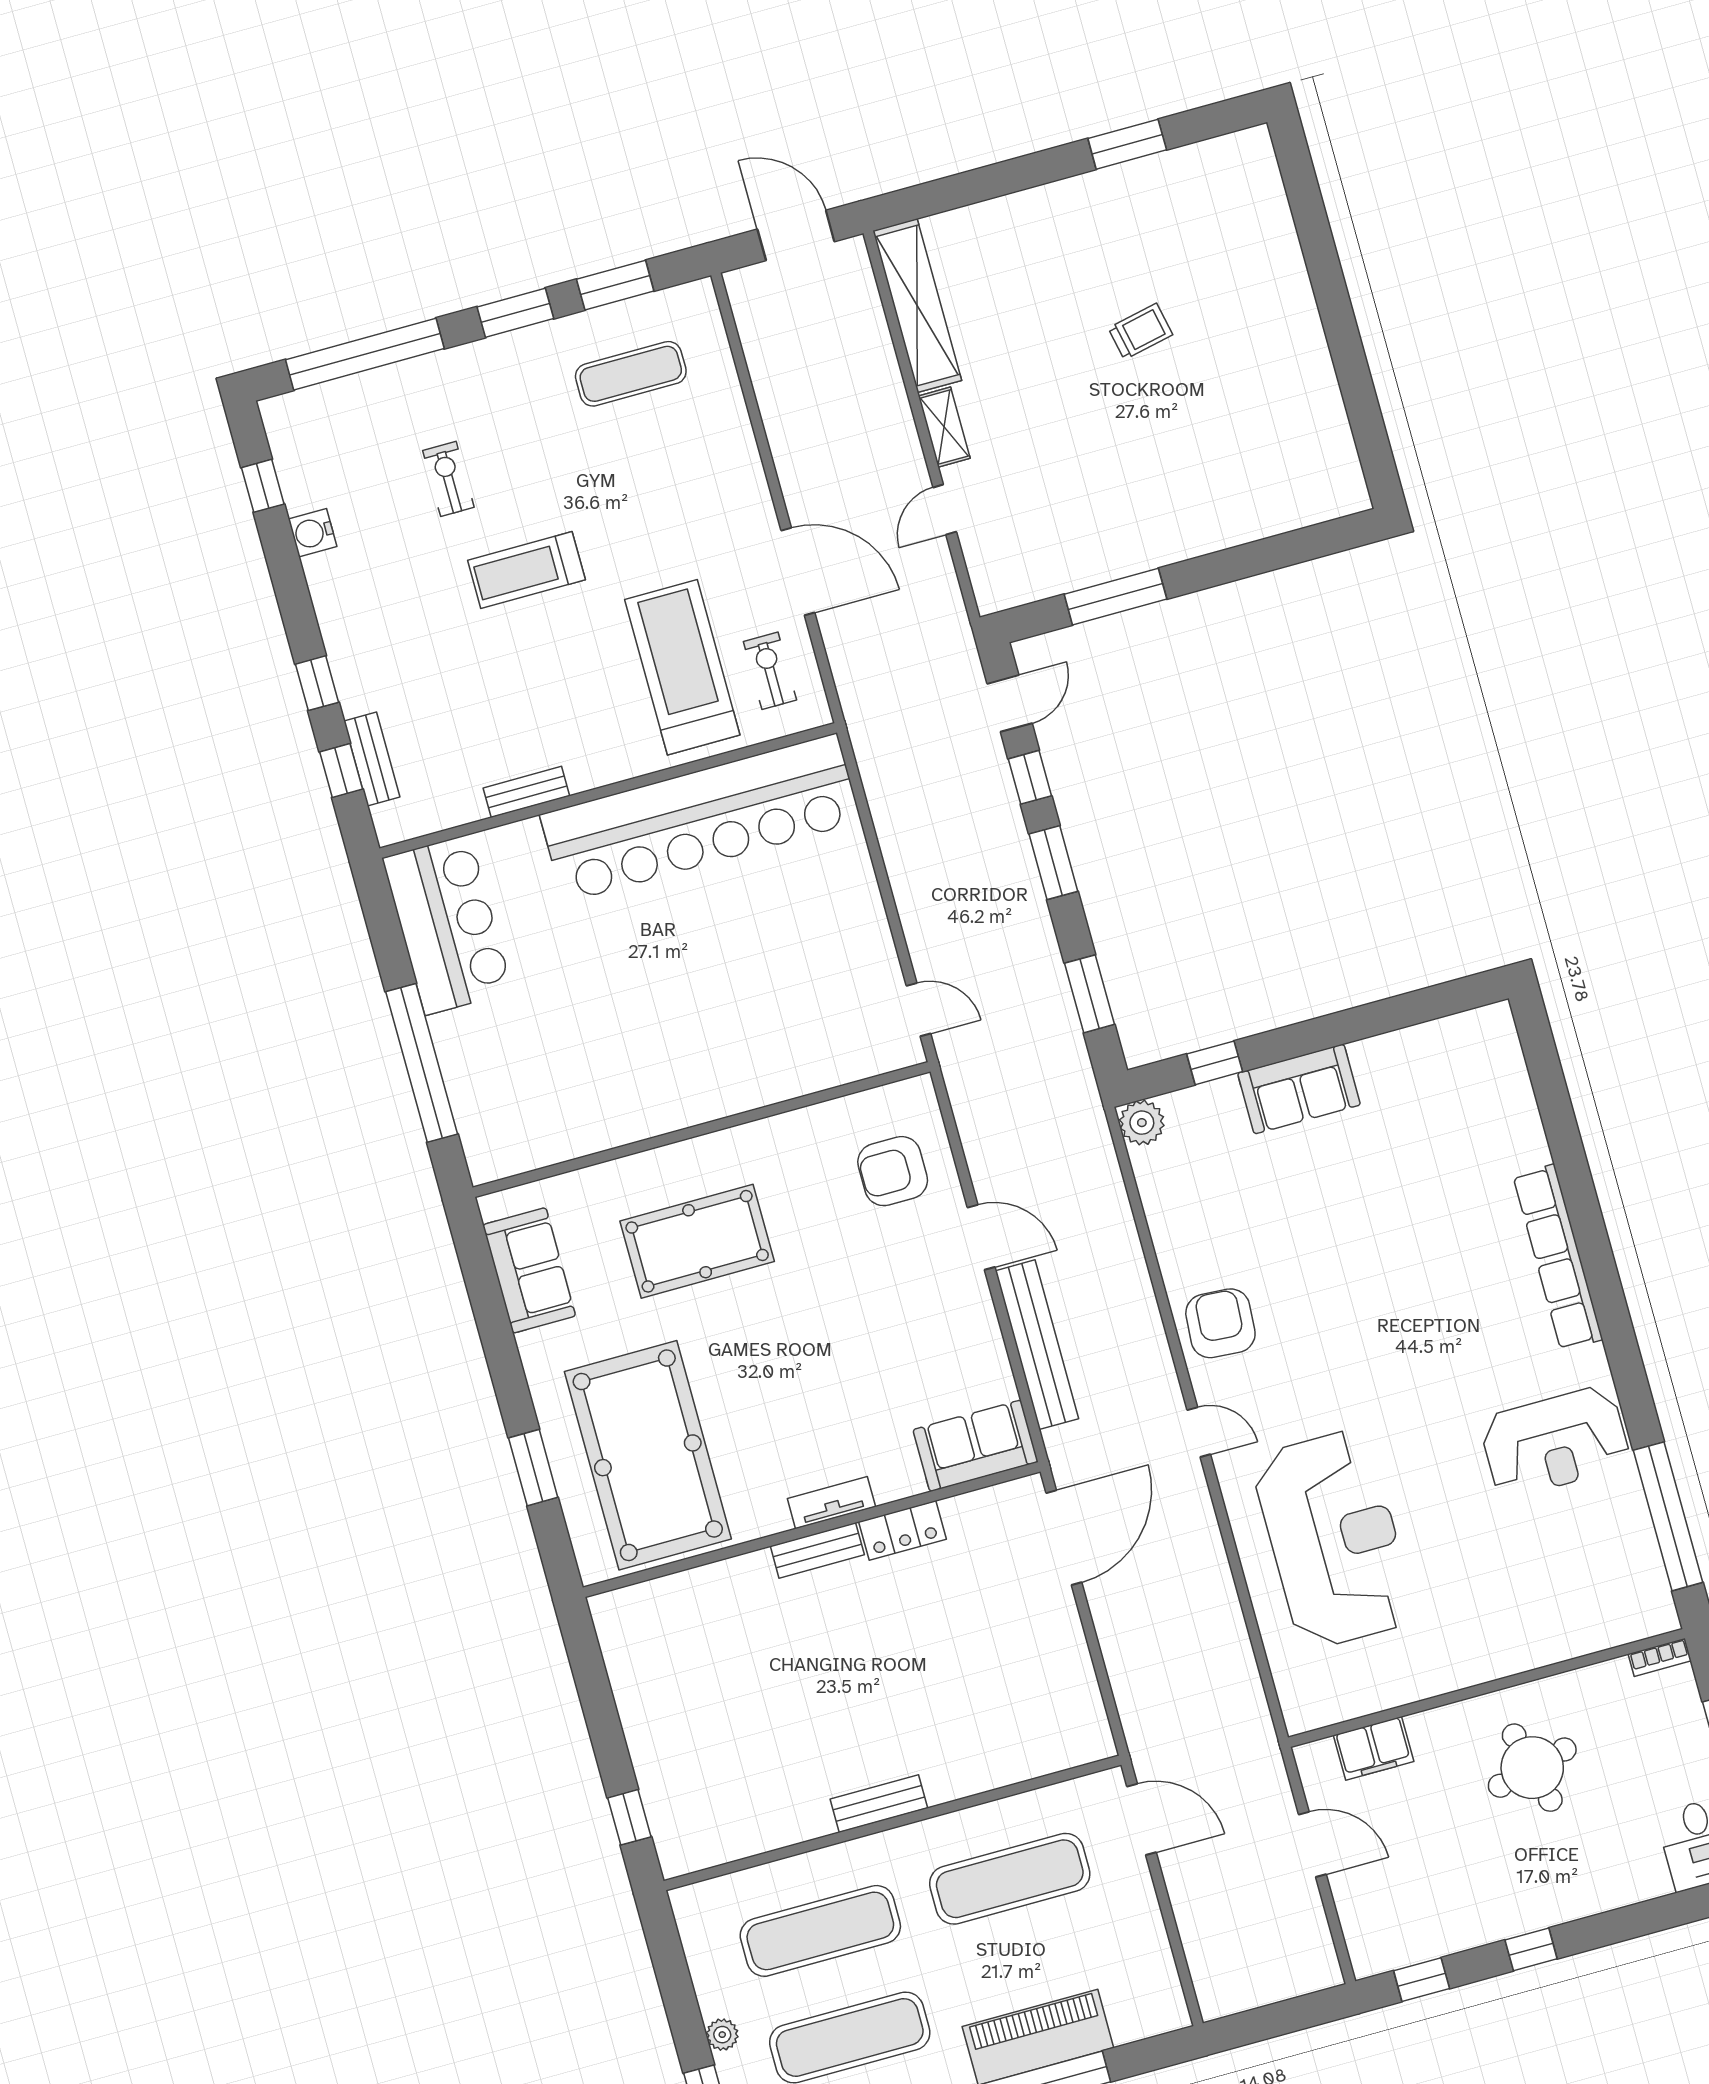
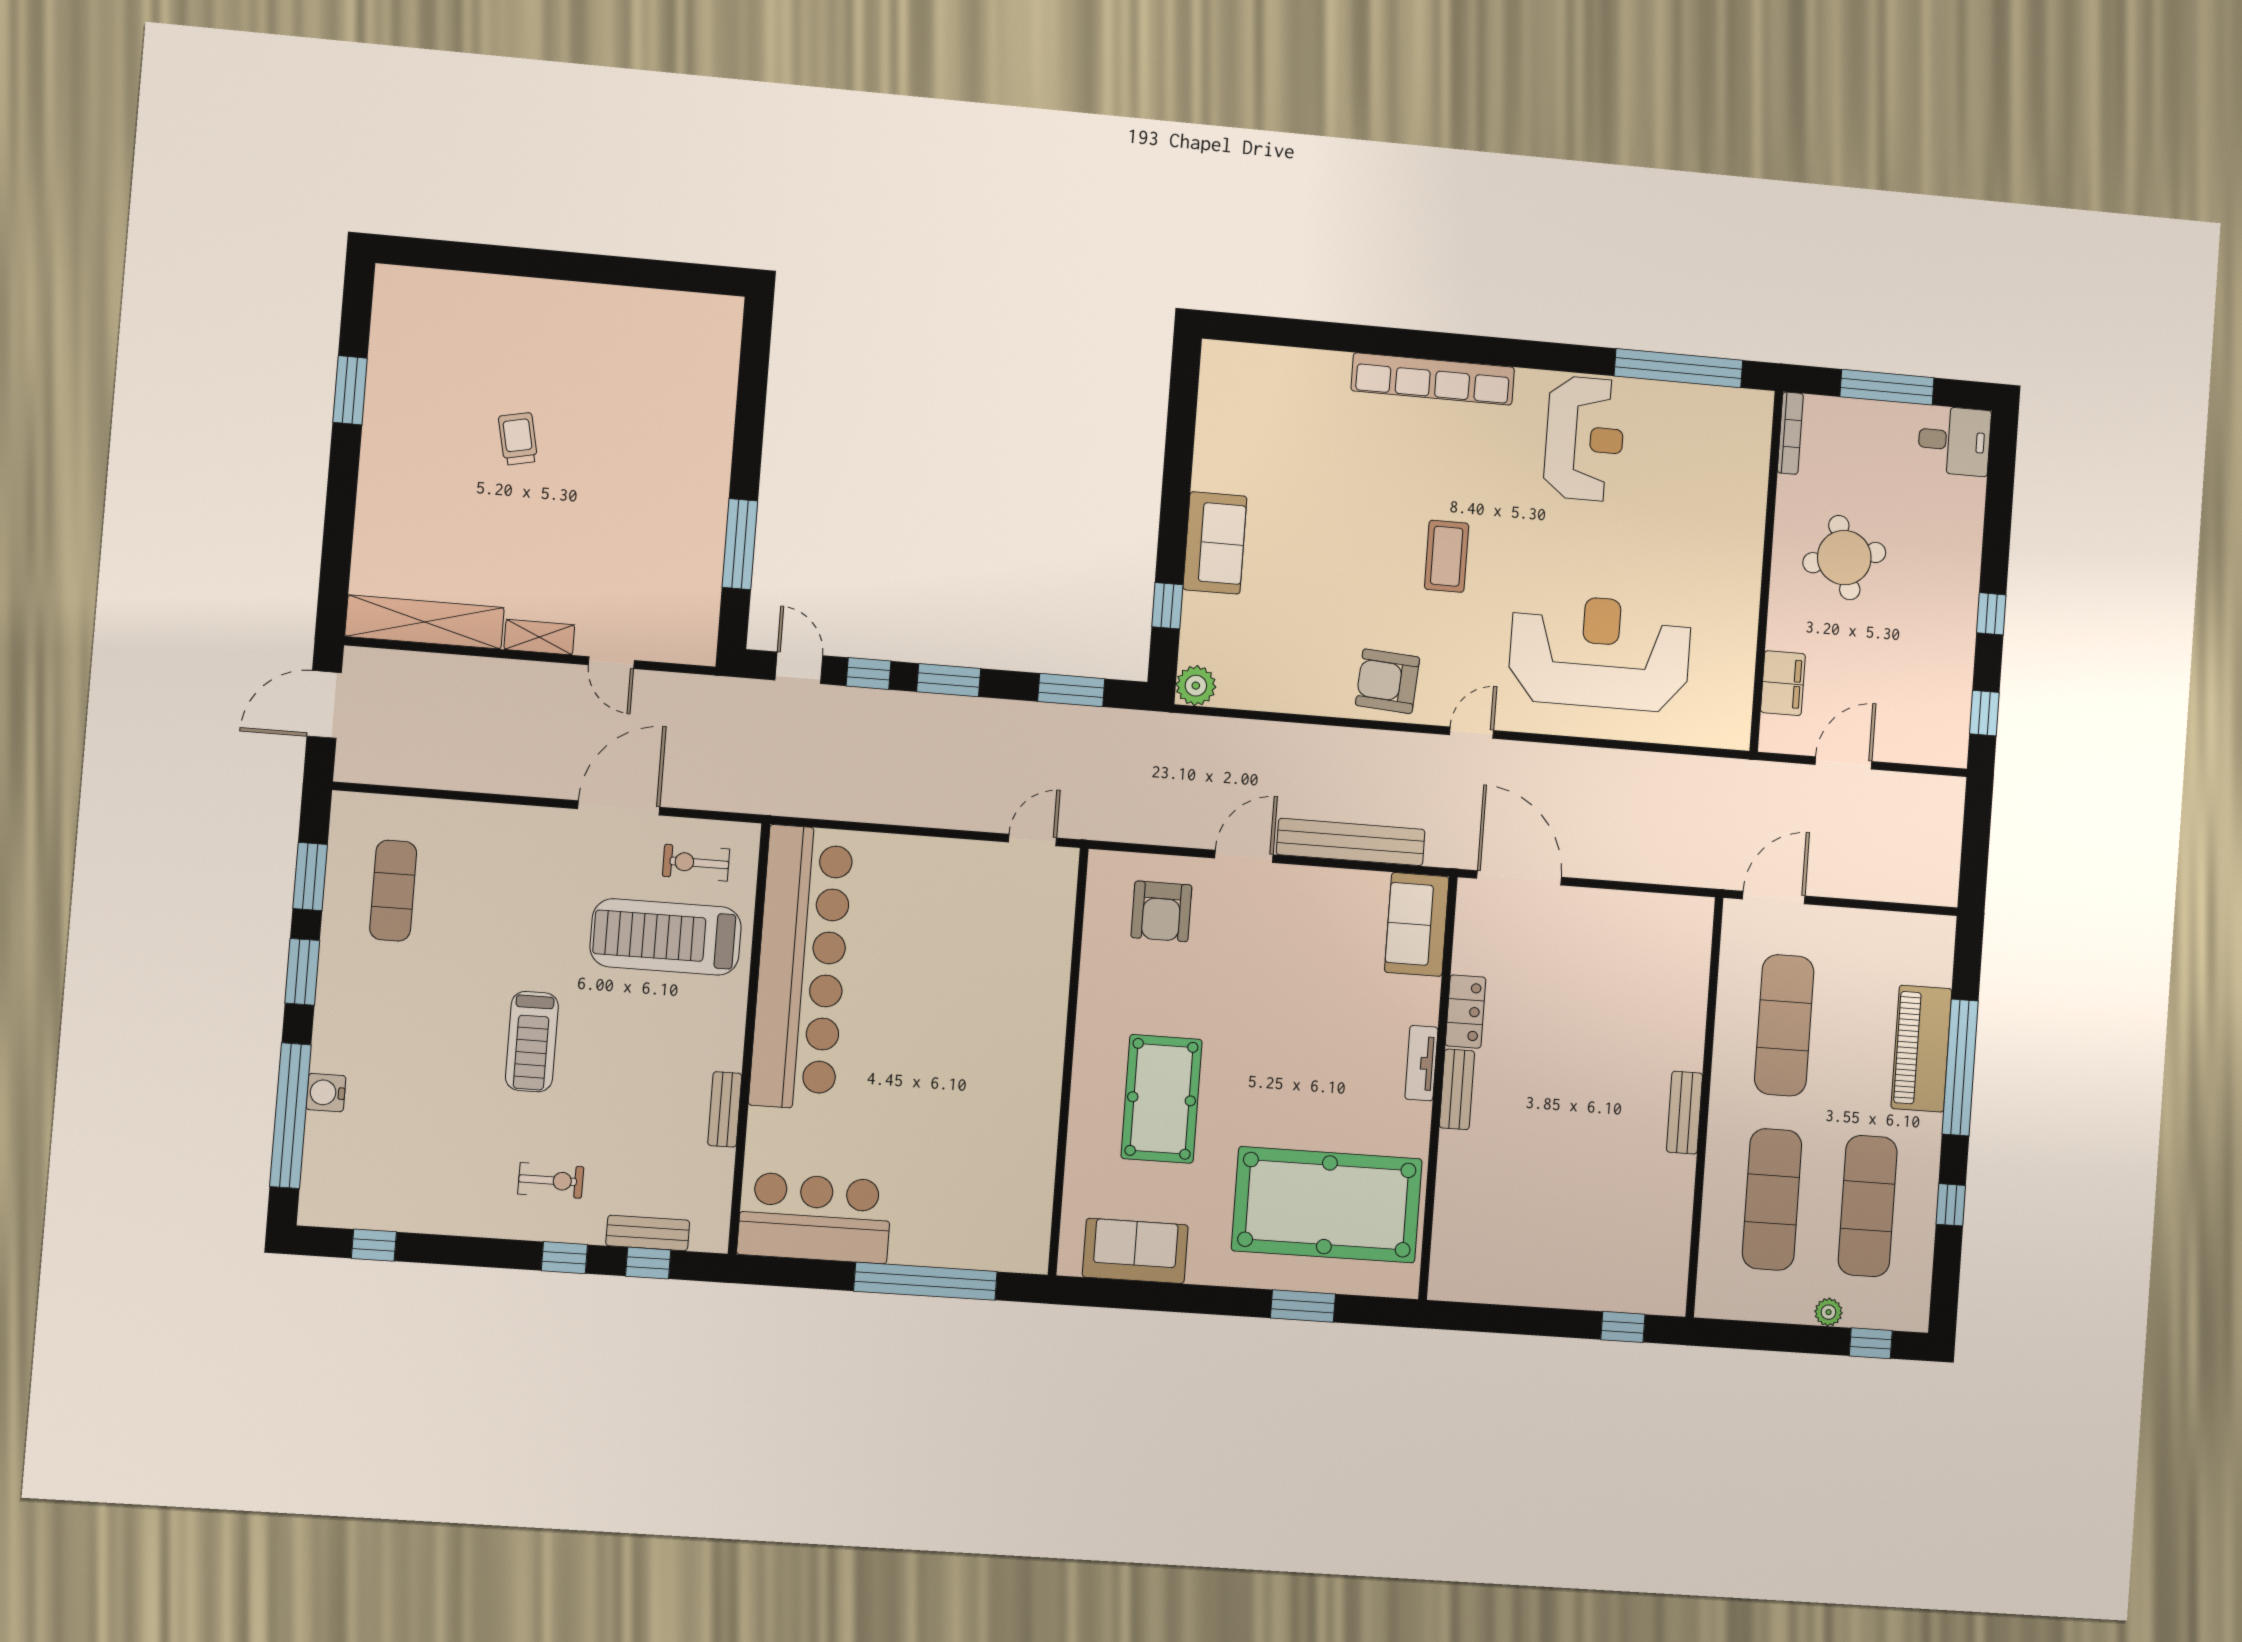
exercise bike: (448, 479) -> (551, 1180), moved, turned 180
water cooler: (313, 533) -> (326, 1093), moved, turned 90
coffee table: (1376, 1339) -> (1447, 556), added
bookcase: (1660, 1657) -> (1790, 433), width x1.56

